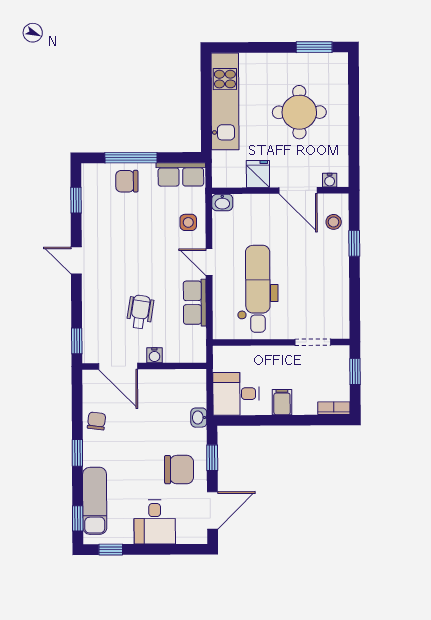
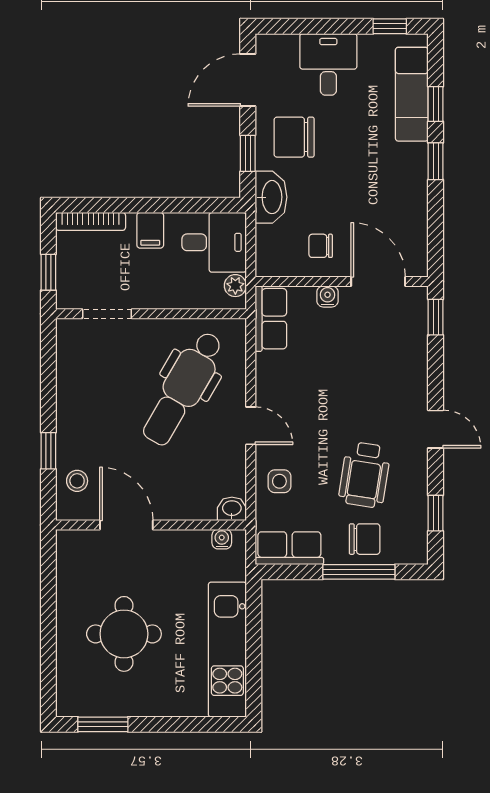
fridge: (258, 174) -> (182, 548), removed
water cooler: (330, 180) -> (222, 539), moved
dental chair: (258, 289) -> (183, 388), turned 30
row of seats: (195, 303) -> (271, 319), moved
wheelchair: (140, 312) -> (365, 475), moved, width x1.36, depth x1.37
plant: (221, 363) -> (235, 286), added
bookcase: (334, 408) -> (91, 221), width x1.56
washbasin: (199, 418) -> (271, 197), width x1.91, depth x1.45
chair: (96, 421) -> (321, 246), moved, turned 83
window: (78, 518) -> (436, 104), moved

